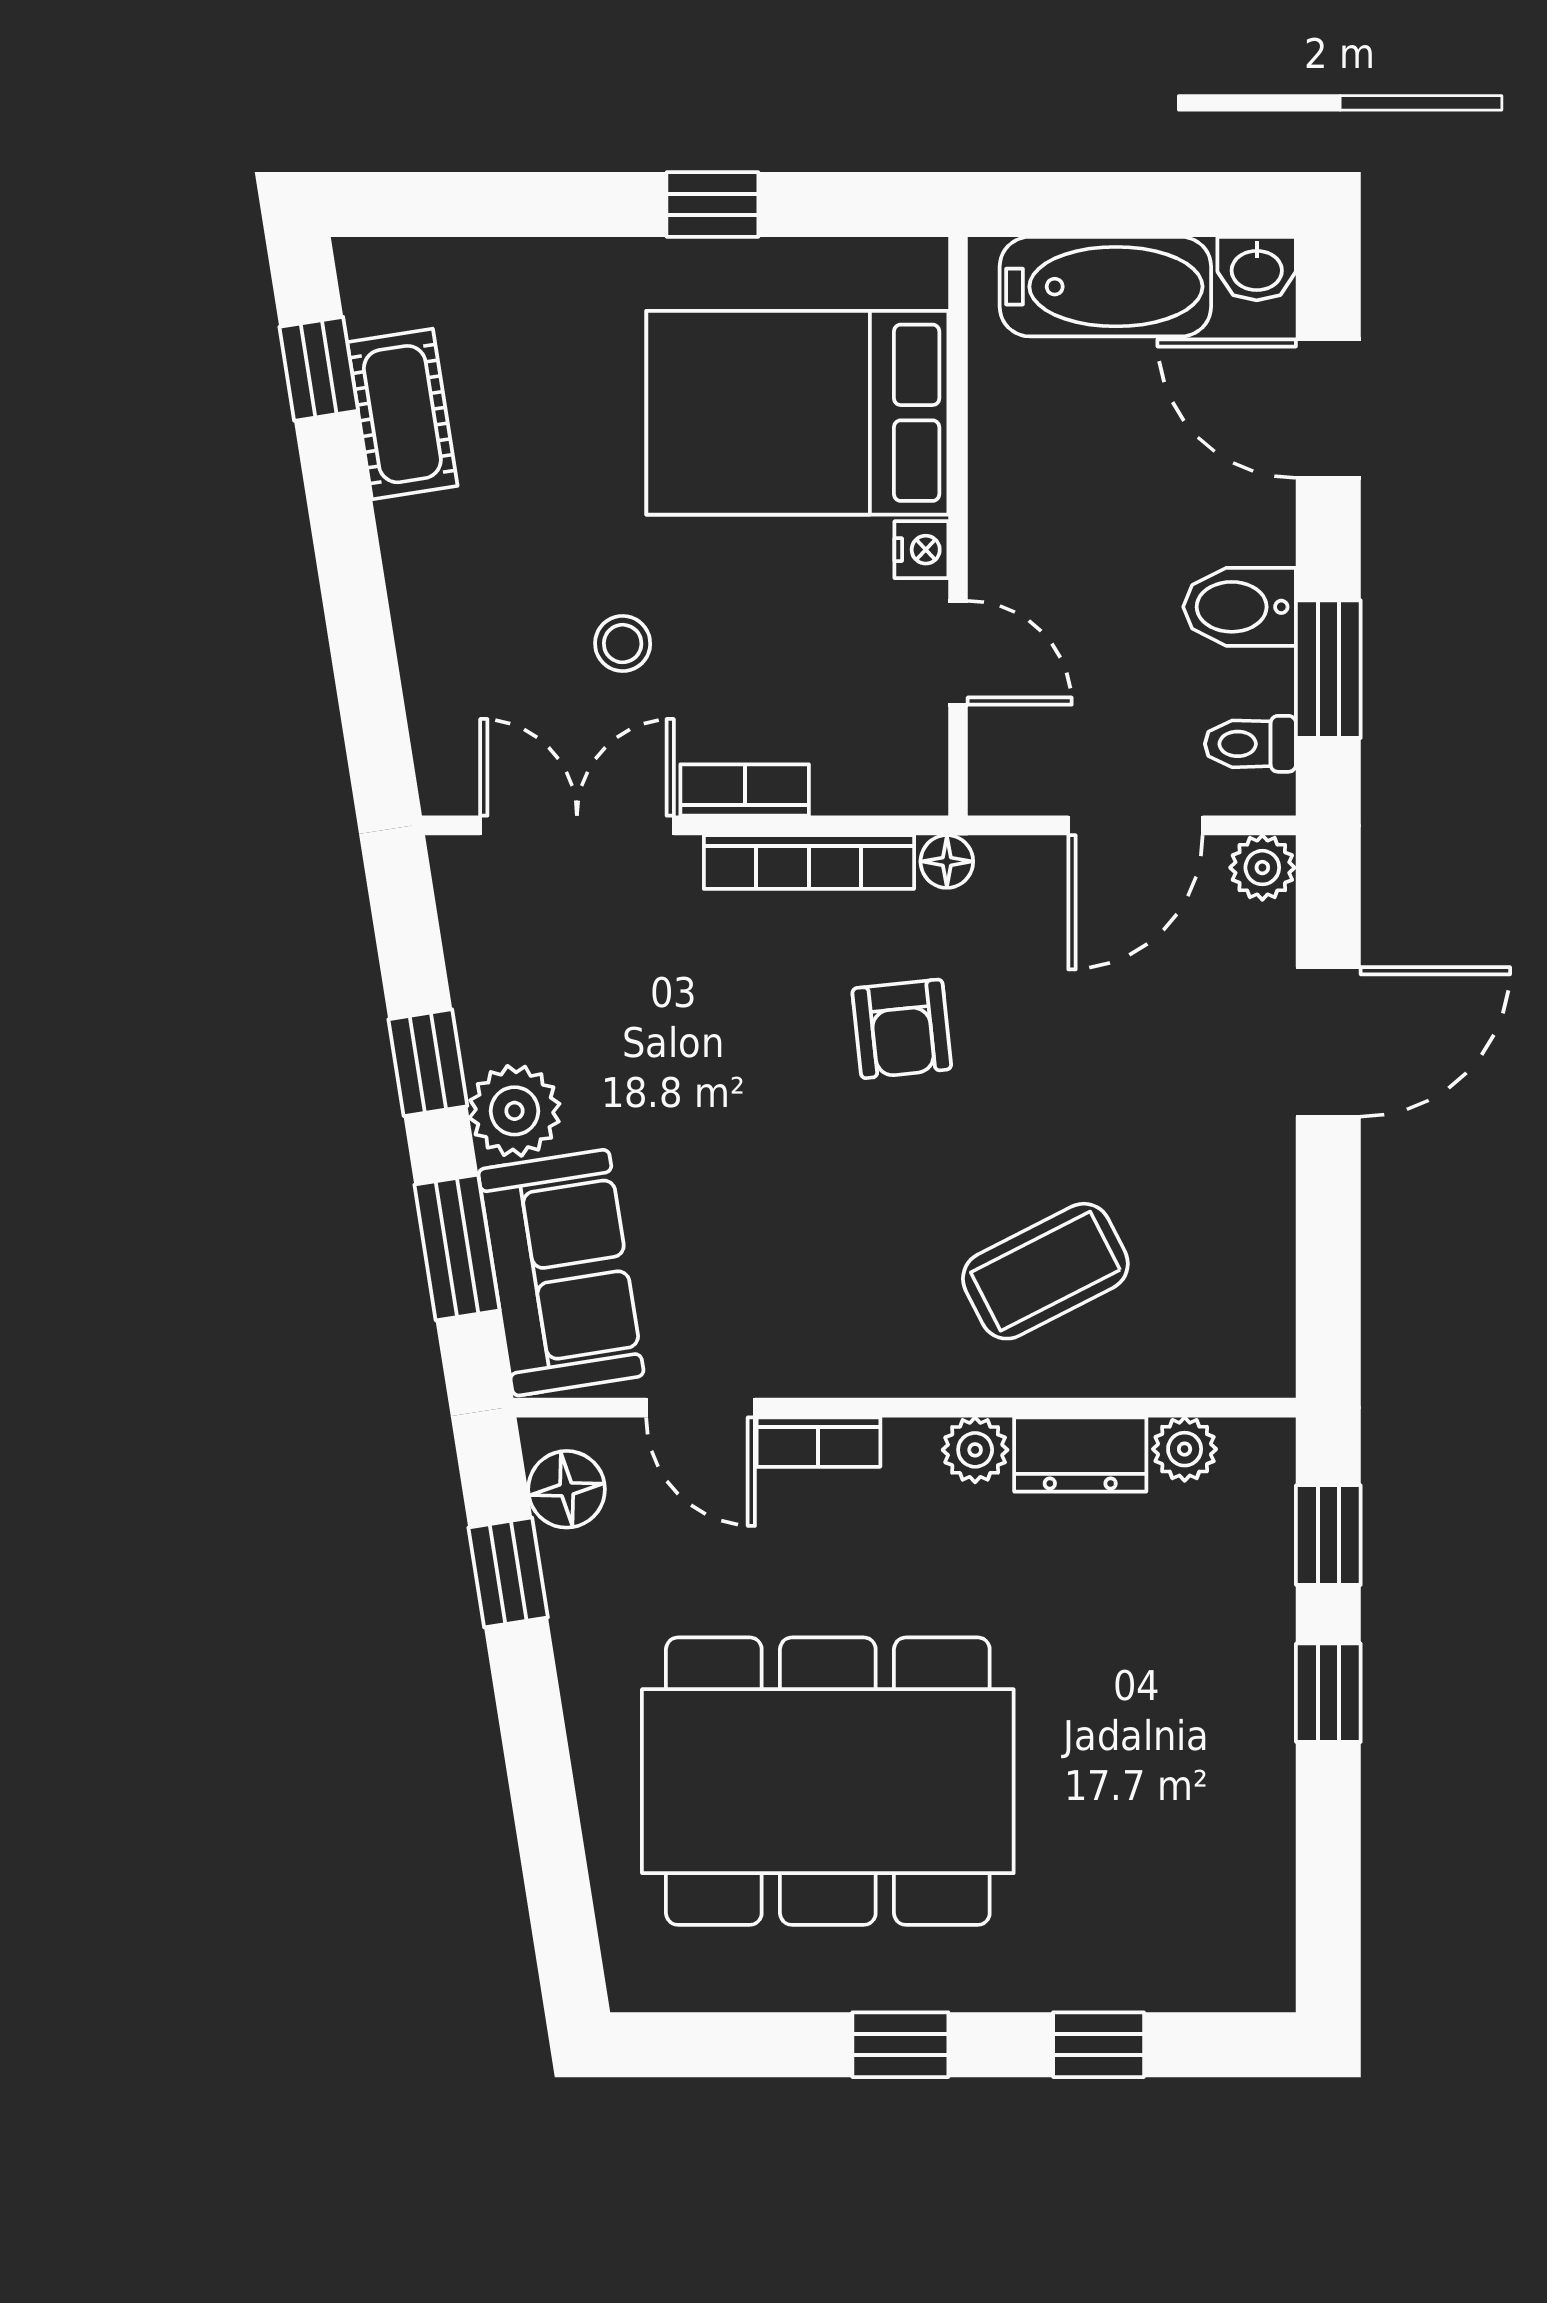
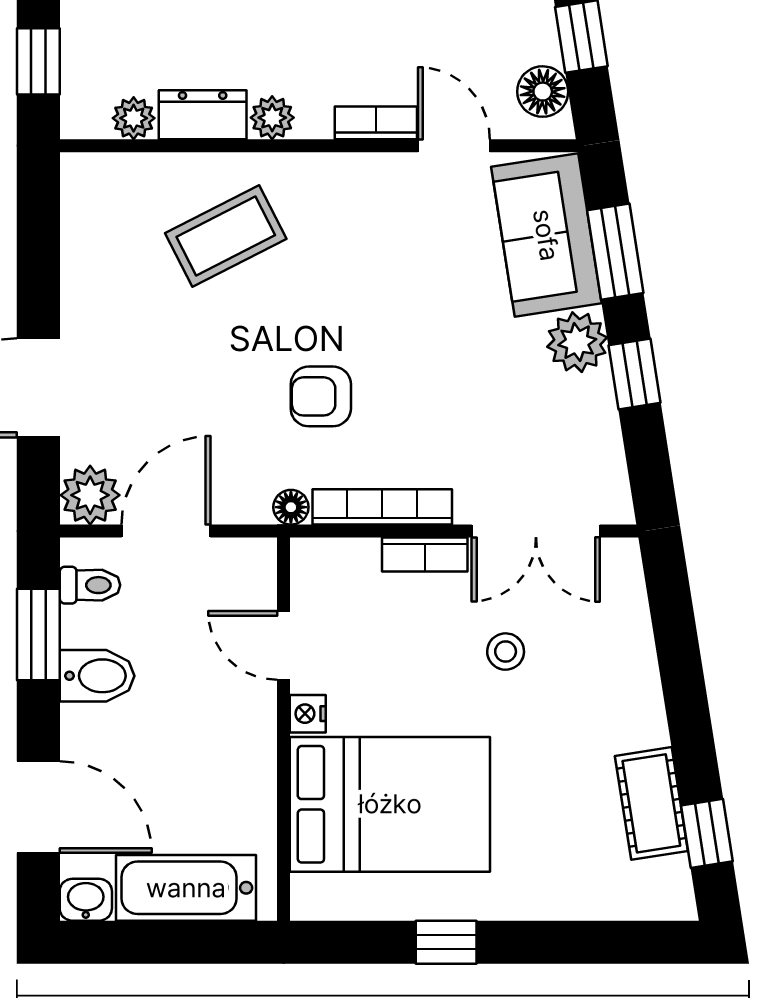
plant: (1262, 868) -> (90, 495), width x1.38, depth x1.38
armchair: (902, 1029) -> (321, 396), turned -84

